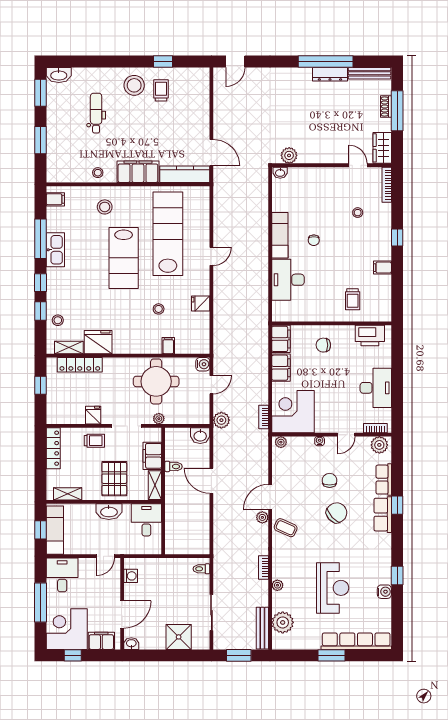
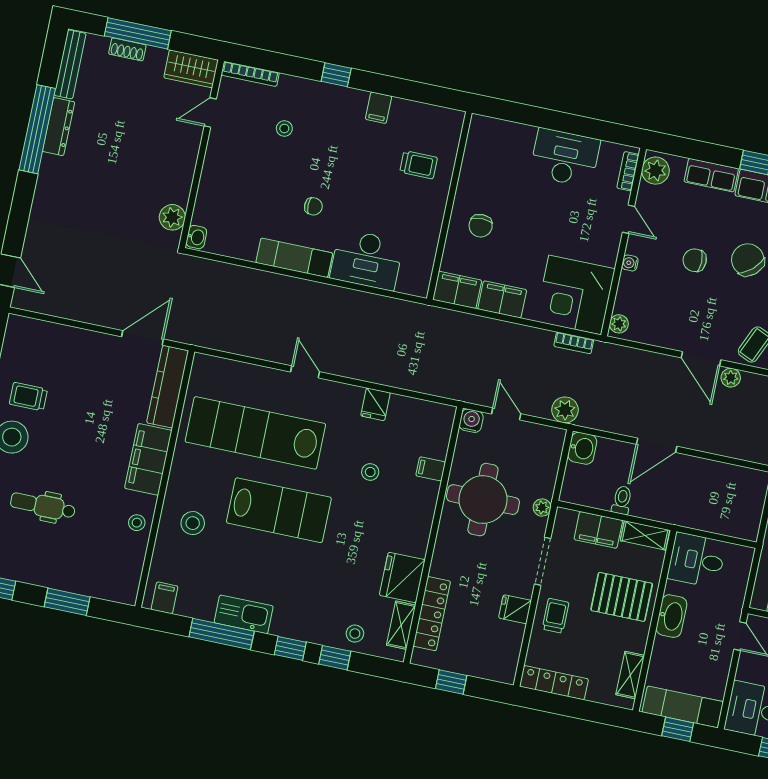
printer: (370, 335) -> (481, 150), removed

